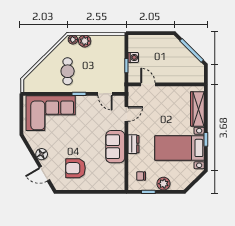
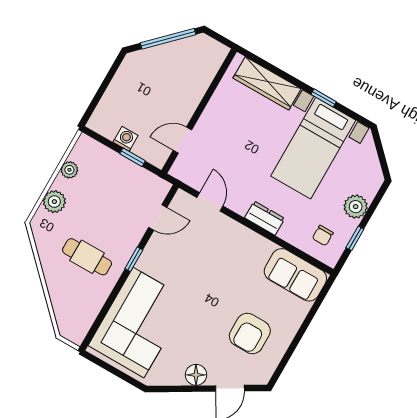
plant: (73, 40) -> (69, 170), moved
sofa: (115, 147) -> (295, 275), moved

